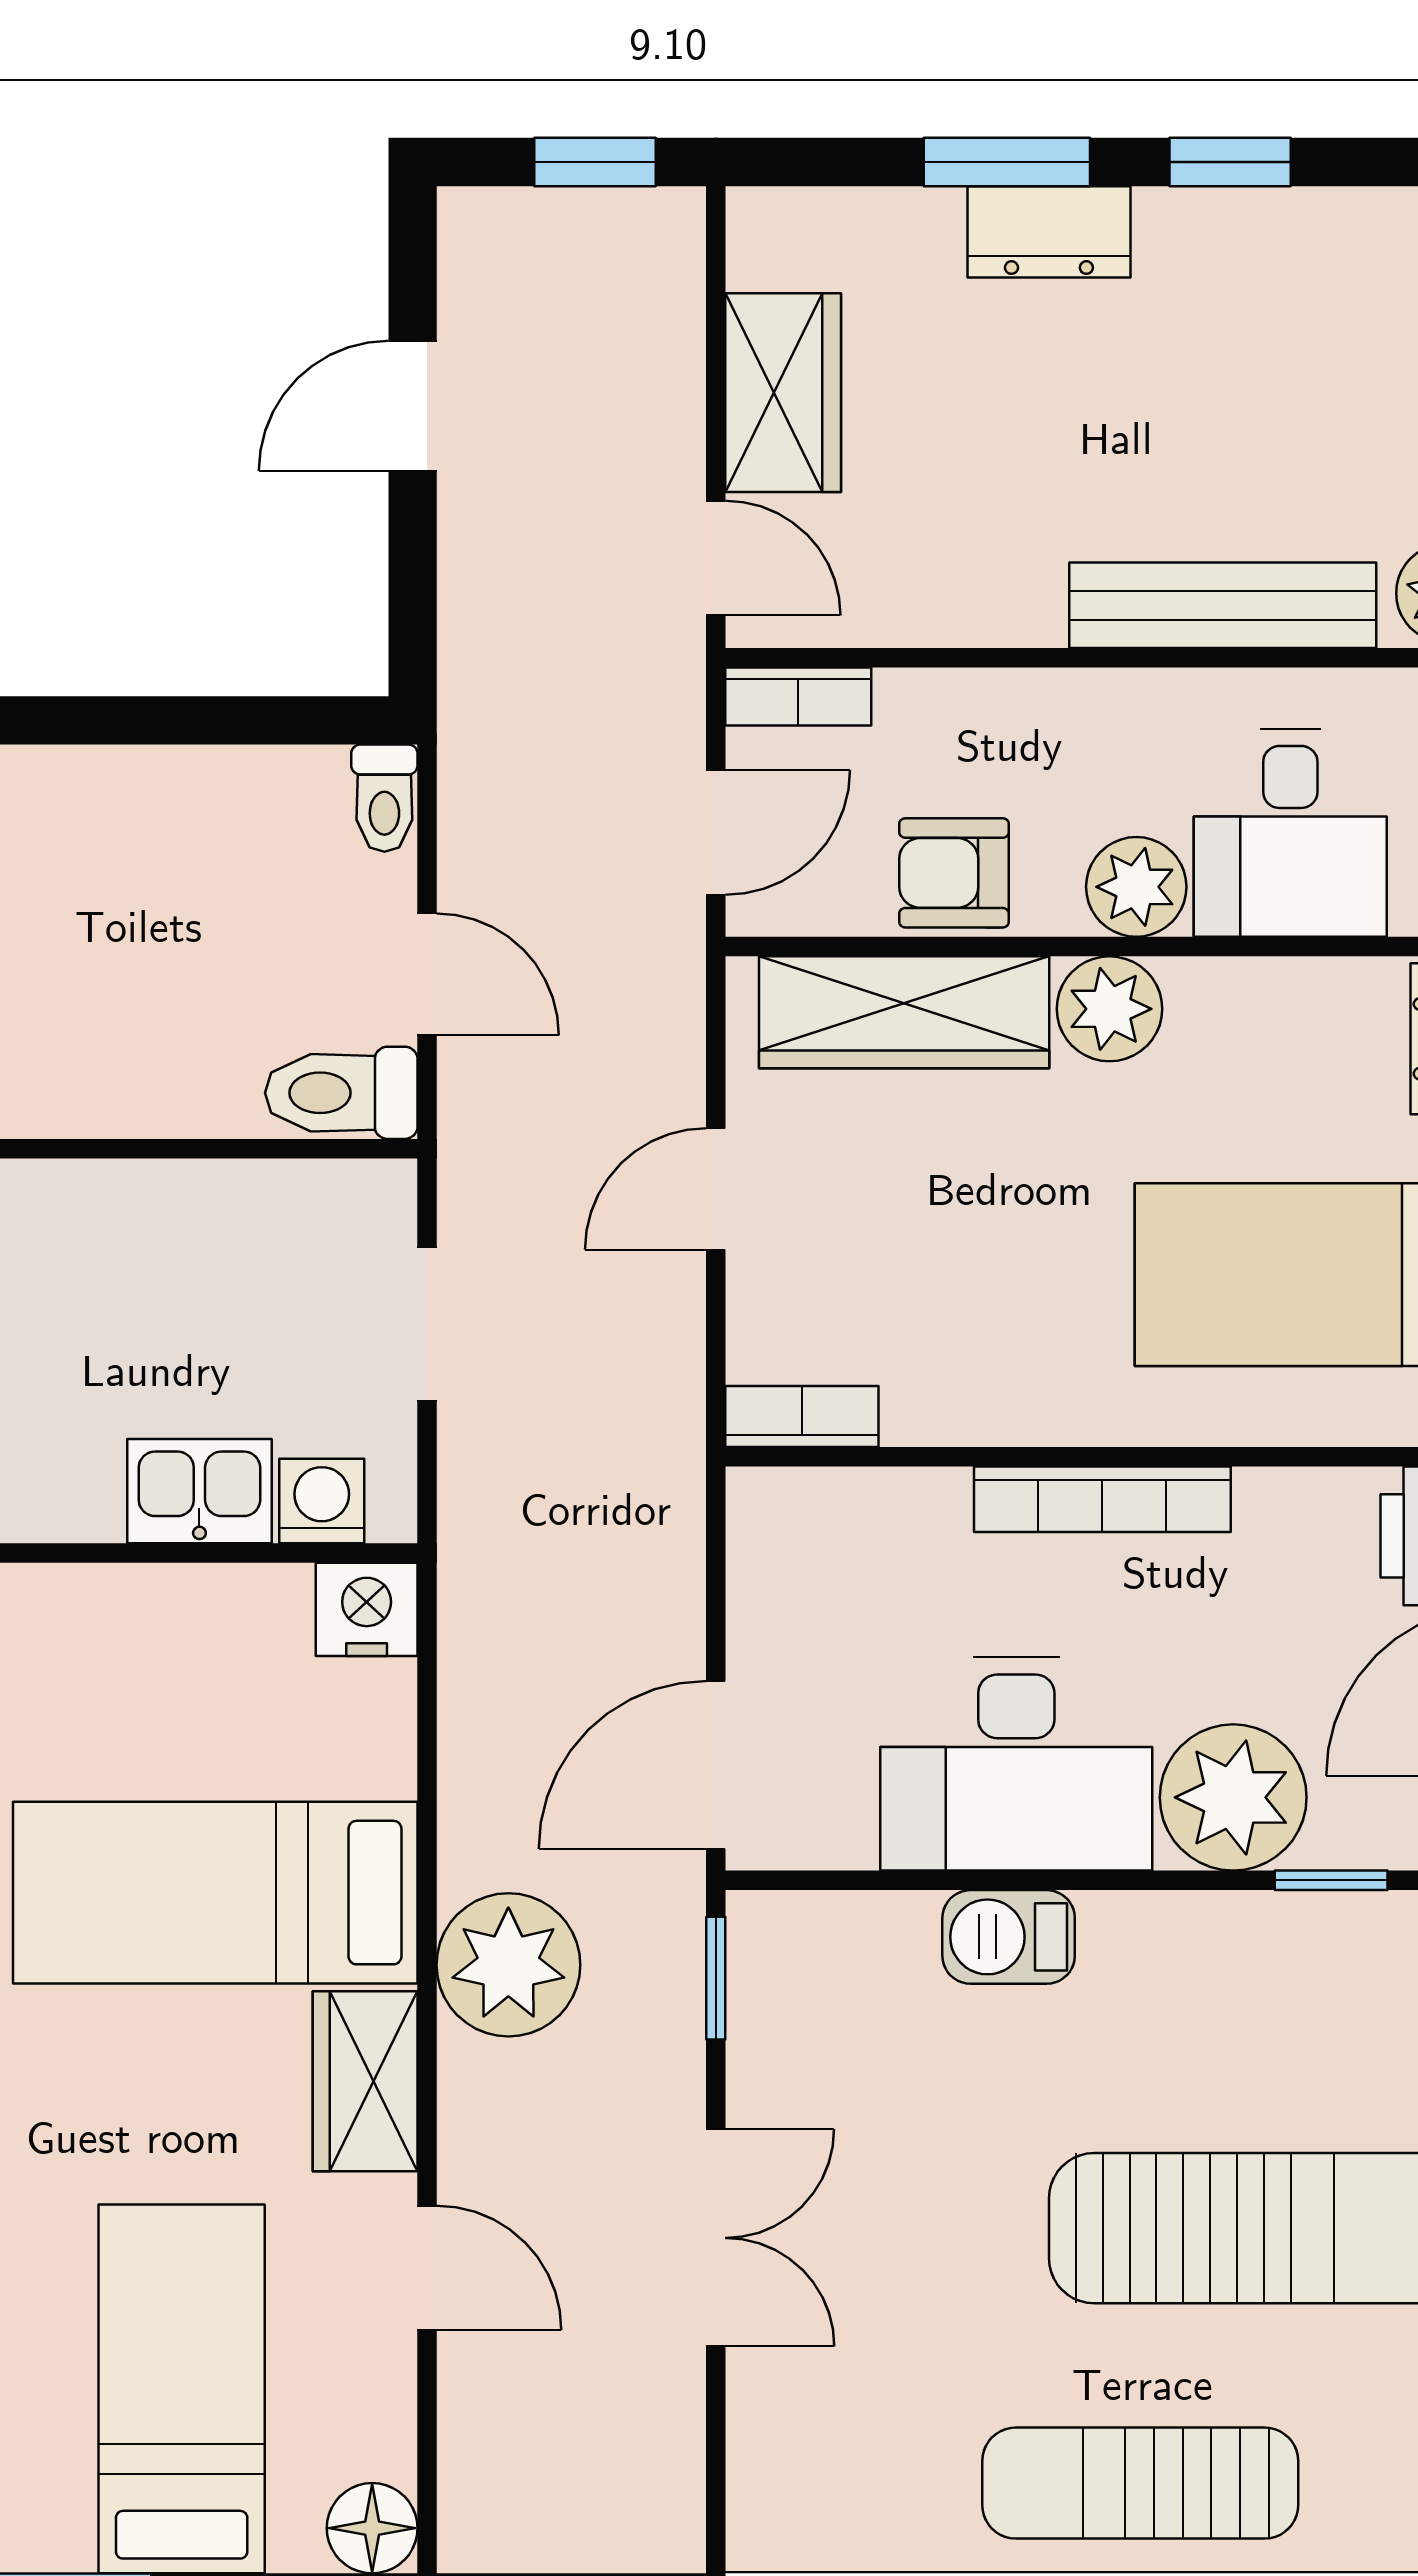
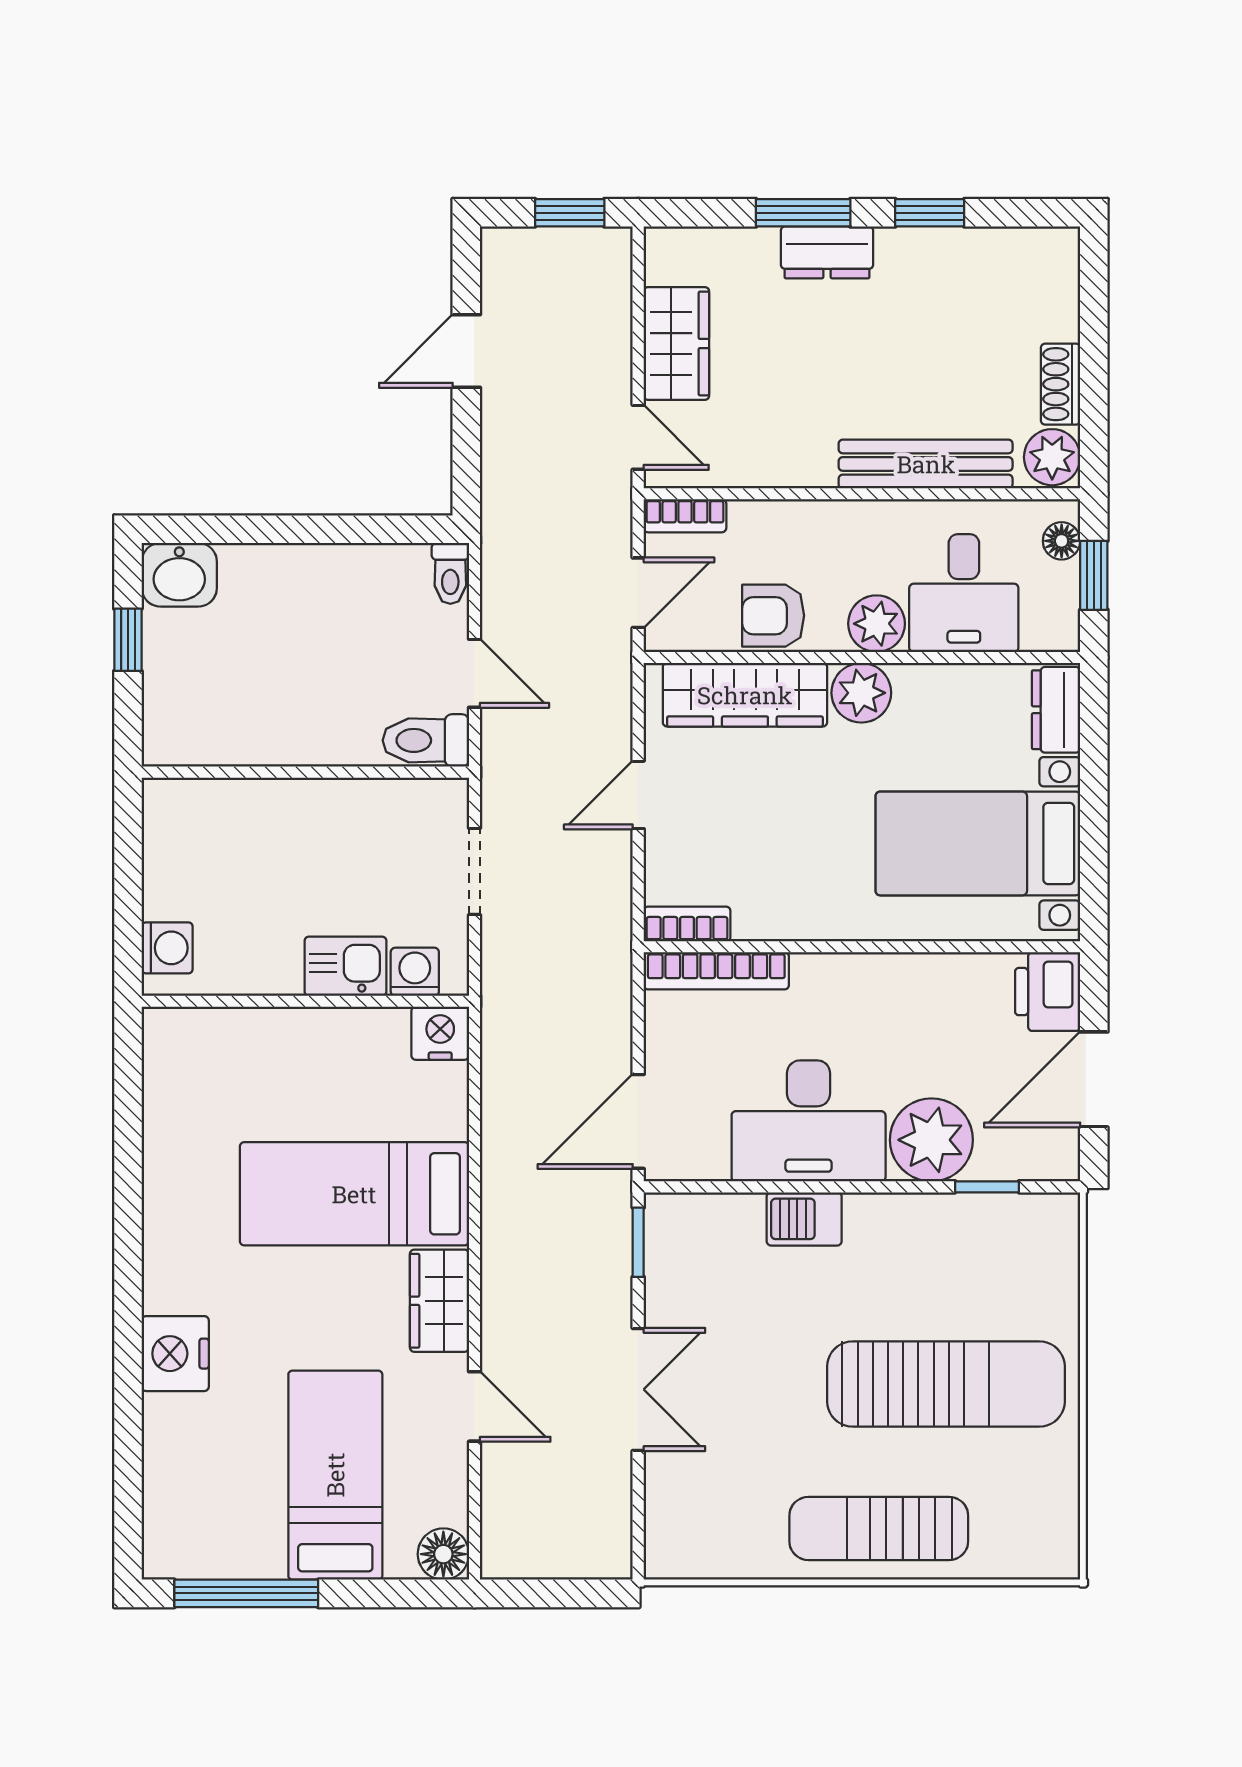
bookcase: (1102, 1499) -> (716, 971), moved
plant: (508, 1965) -> (521, 1235), removed

